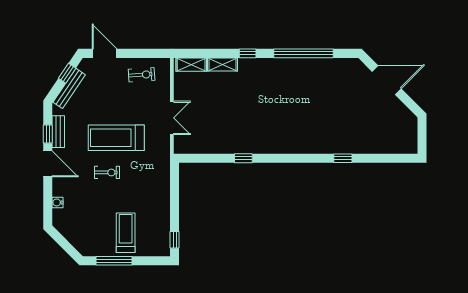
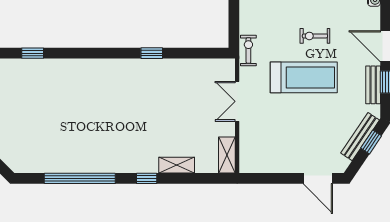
shelving: (191, 65) -> (227, 155), moved, turned 90
window: (67, 73) -> (371, 142), moved
exercise bike: (142, 75) -> (248, 50), moved, turned 94

